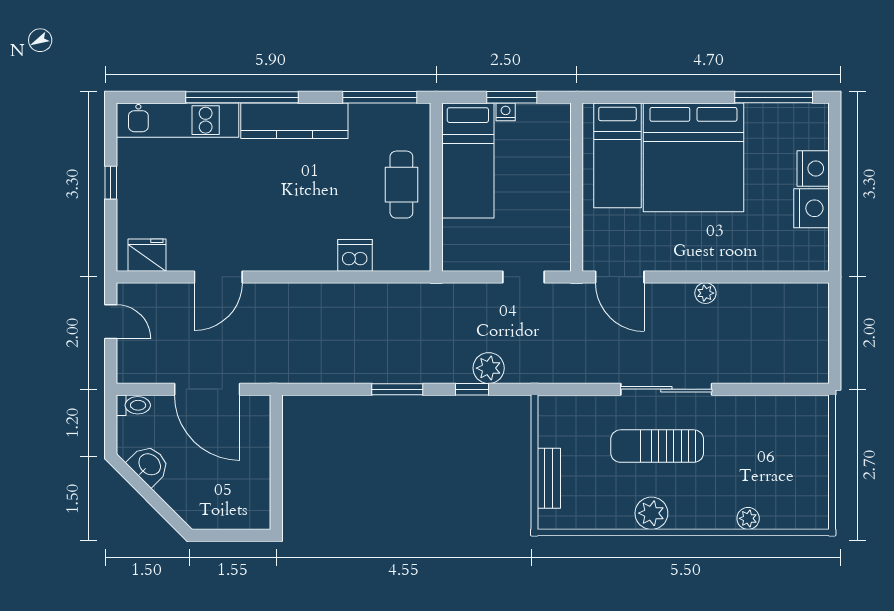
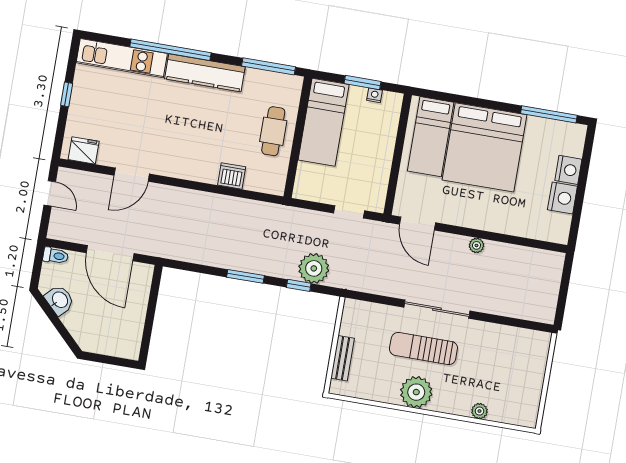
nightstand: (506, 112) -> (375, 95), moved
plant: (489, 368) -> (314, 268), width x1.36, depth x1.36
plant: (651, 513) -> (416, 392), width x1.36, depth x1.36

